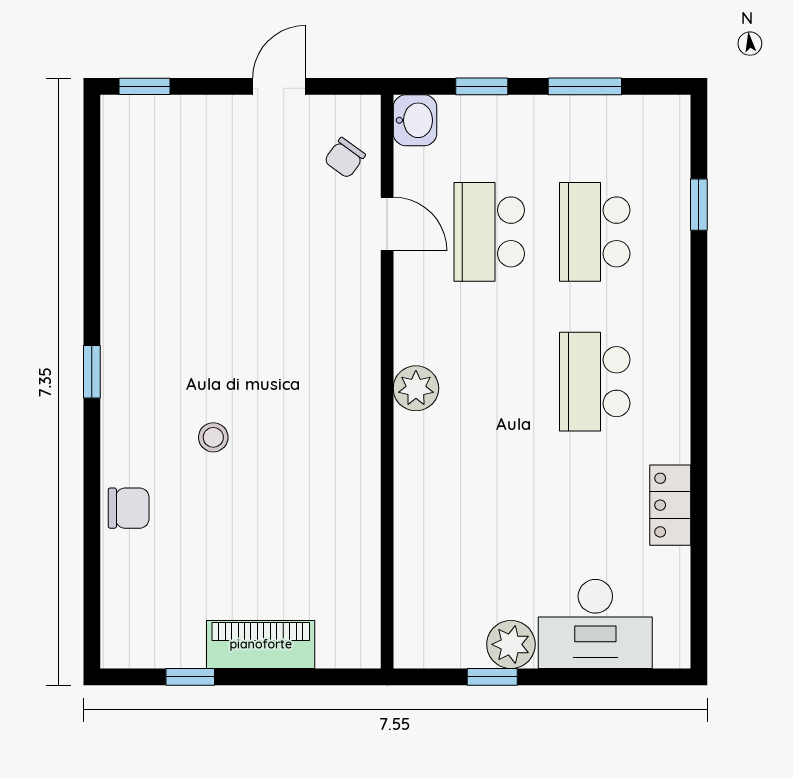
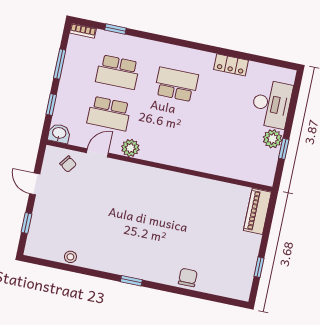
window: (144, 86) -> (27, 223), moved
bookcase: (678, 126) -> (83, 31), added
school desk: (595, 382) -> (176, 84), turned 180
plant: (416, 388) -> (130, 148), moved
stool: (213, 437) -> (70, 257), moved
piano: (261, 644) -> (257, 211), moved

